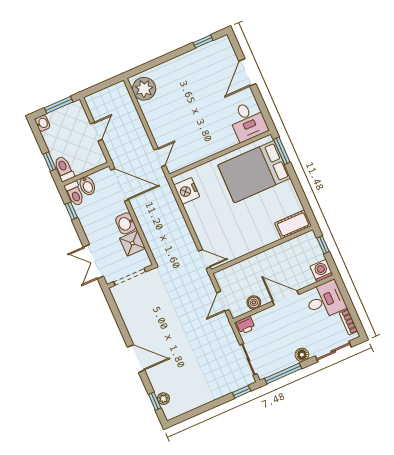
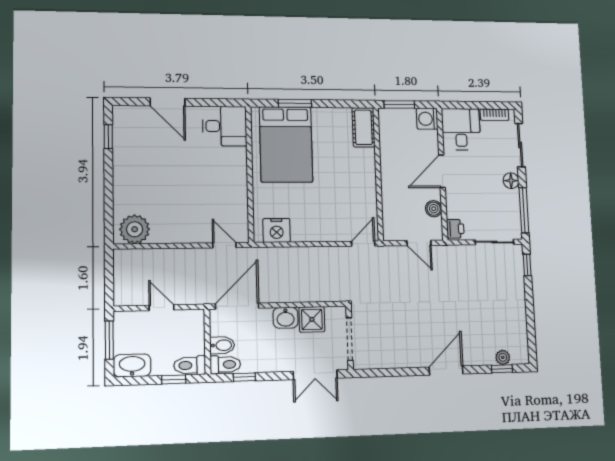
washbasin: (42, 123) -> (132, 365), width x1.91, depth x1.45
window: (282, 151) -> (295, 103), moved
window: (323, 245) -> (399, 104), width x1.50

